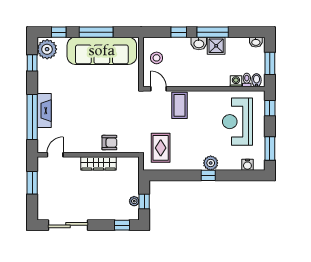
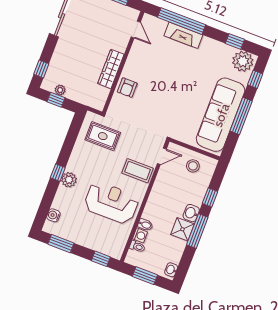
bidet: (257, 80) -> (145, 225), moved
reception desk: (237, 122) -> (111, 203), moved

